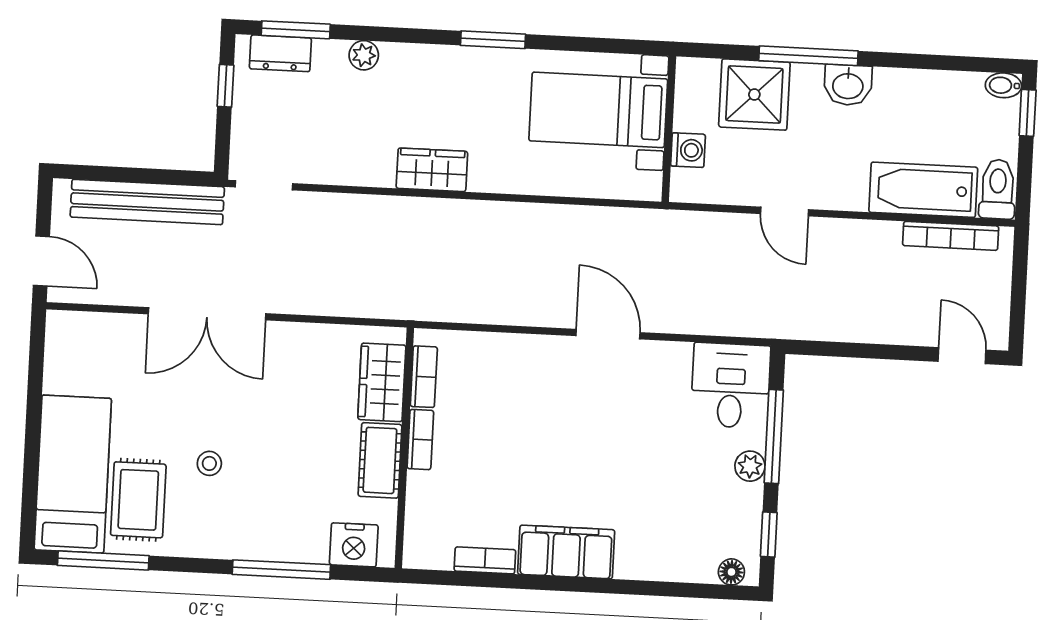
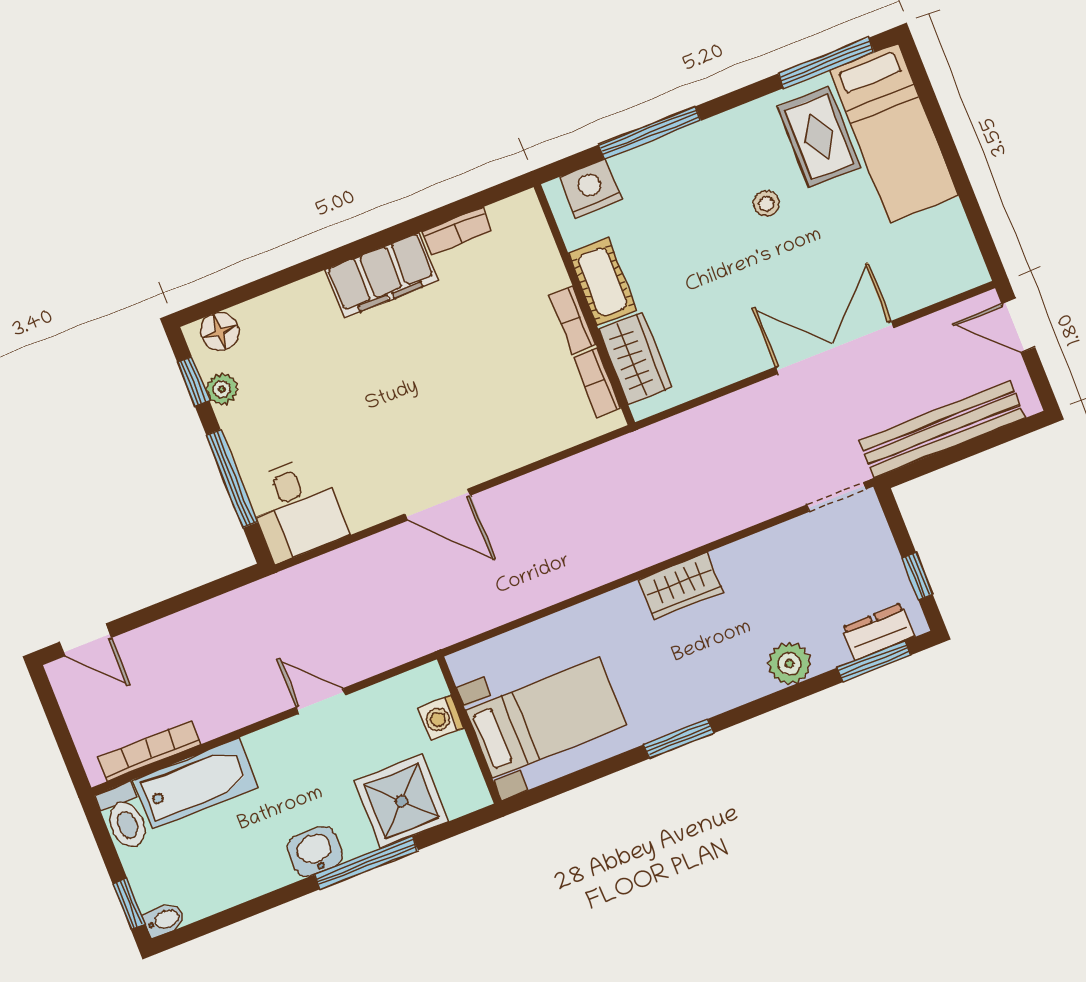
plant: (364, 55) -> (789, 664), width x1.38, depth x1.38
plant: (750, 466) -> (222, 389), moved
floor lamp: (731, 572) -> (220, 332), width x1.37, depth x1.37

